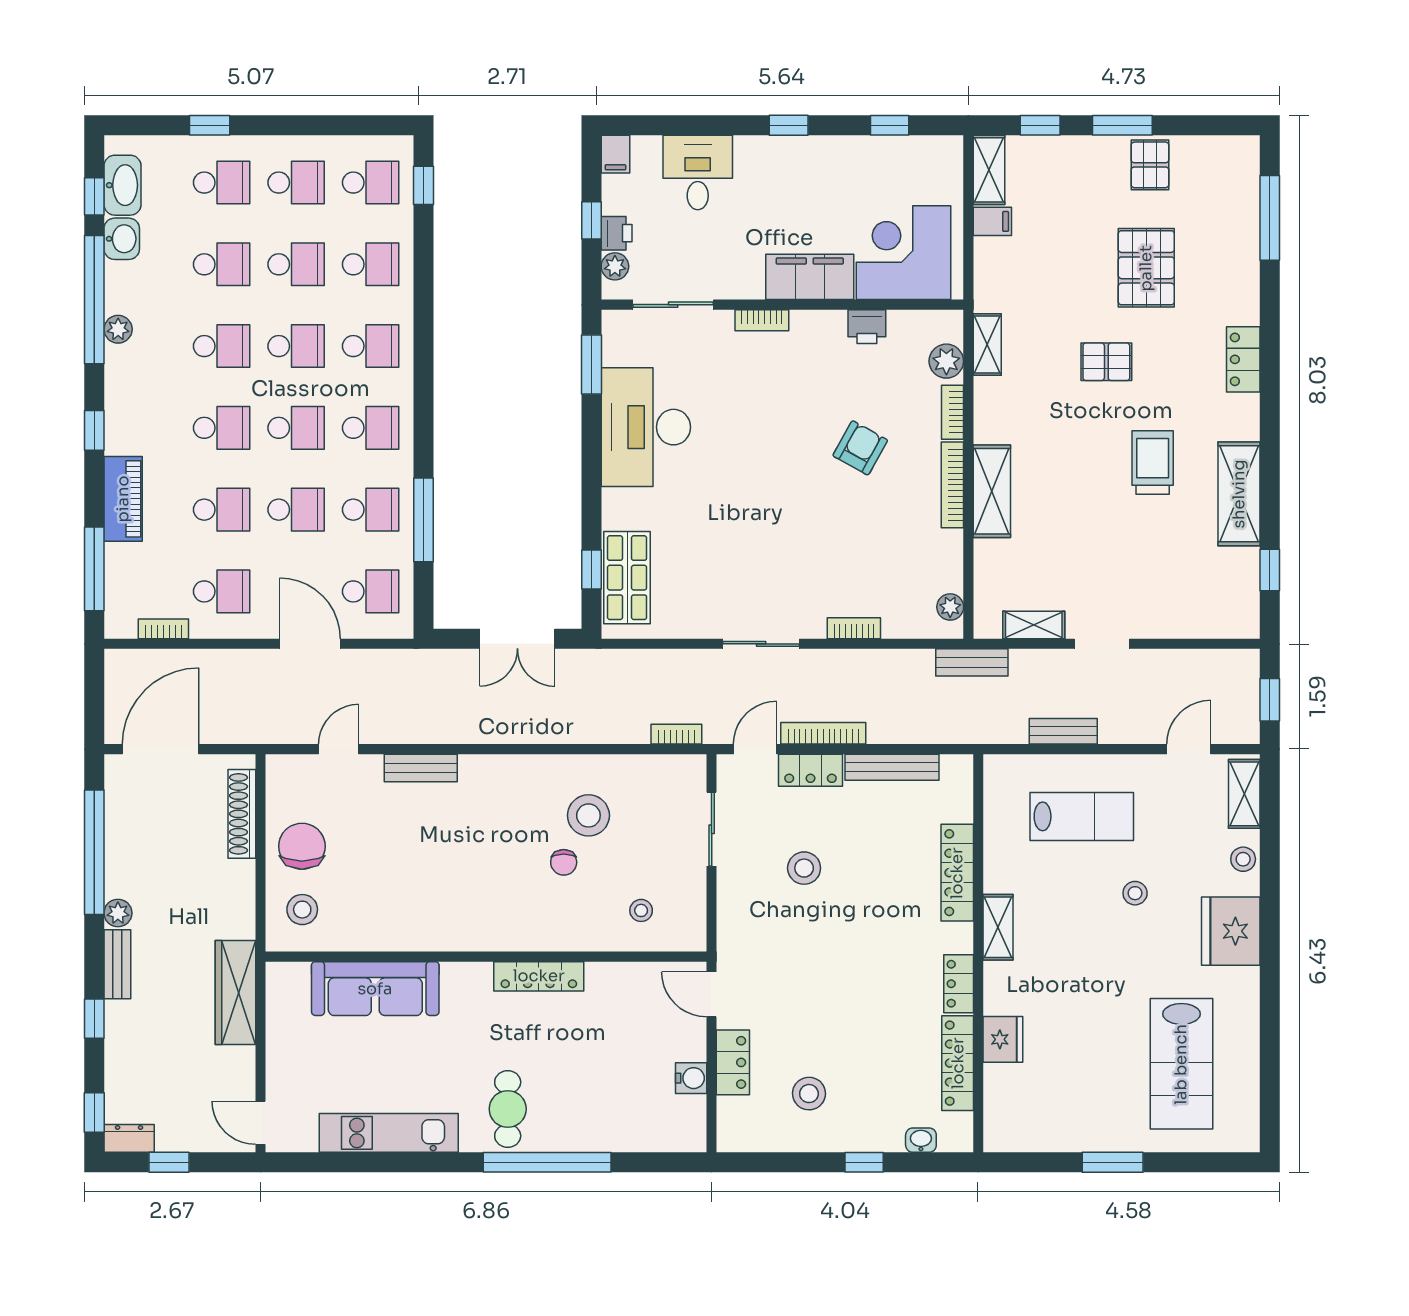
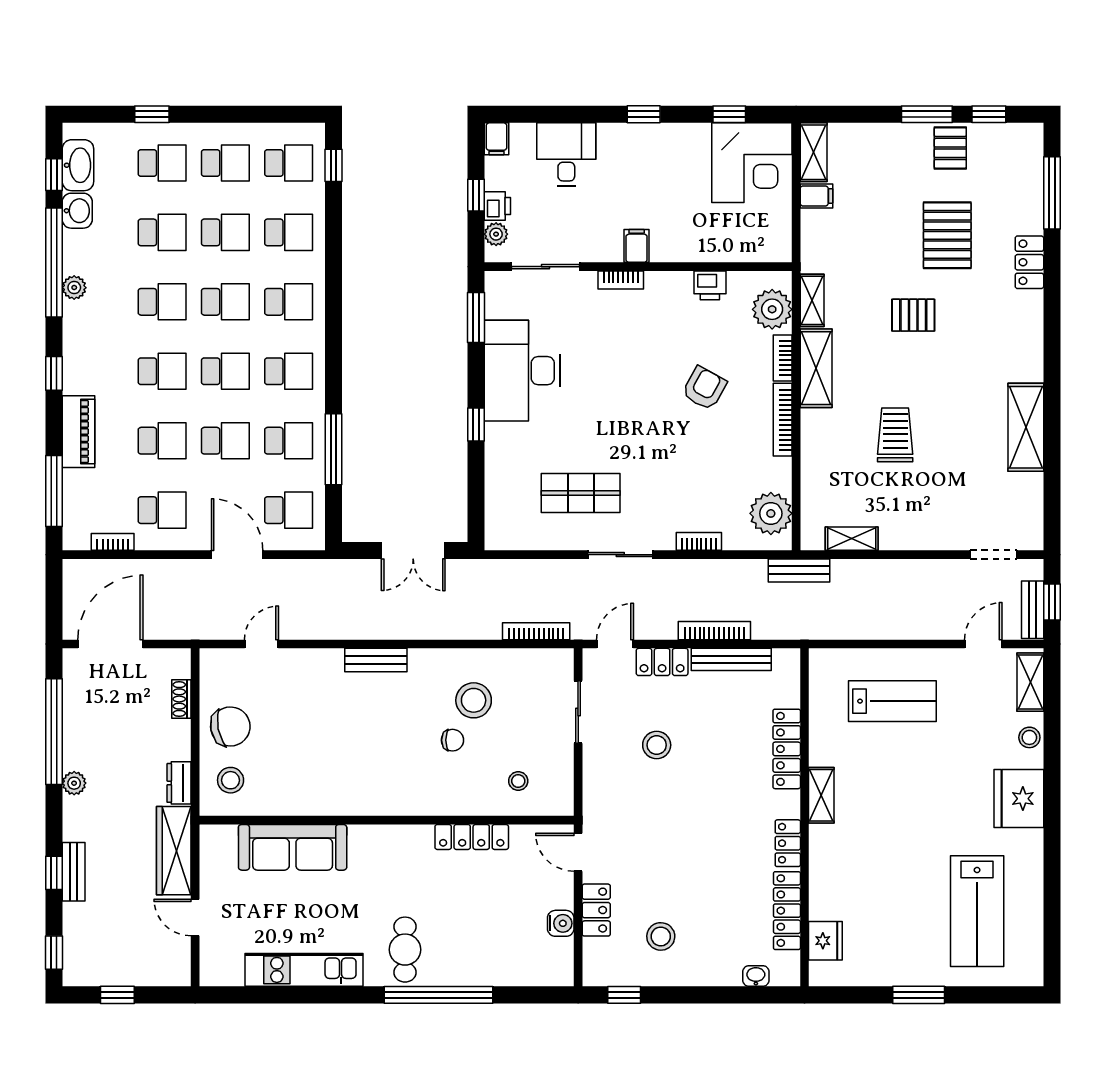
window: (1040, 125) -> (989, 114), moved
corner desk: (903, 253) -> (752, 163), moved, turned 180
filing cabinet: (810, 277) -> (637, 246), width x0.33, depth x0.86
locker: (1243, 359) -> (1029, 262), moved
plant: (946, 361) -> (772, 309), width x1.36, depth x1.36
trolley: (1153, 463) -> (895, 435), moved
shelving: (992, 491) -> (816, 368), moved
window: (591, 570) -> (476, 424), moved
window: (1270, 570) -> (1052, 492), removed
shop shelf: (627, 578) -> (581, 493), moved, turned 90
plant: (950, 607) -> (771, 513), width x1.88, depth x1.88
doorway: (1102, 644) -> (994, 555), moved
bench: (1063, 731) -> (1033, 610), moved, turned 90
bookcase: (823, 733) -> (714, 631), moved
bookcase: (676, 734) -> (536, 631), width x1.56
bench: (421, 768) -> (376, 660), moved
shoe rack: (242, 814) -> (181, 699), width x0.51, depth x0.81
chair: (302, 846) -> (230, 726), turned 79
chair: (564, 862) -> (453, 740), turned -90
stool: (1135, 893) -> (938, 766), removed
bench: (117, 964) -> (74, 872), moved
locker: (539, 976) -> (472, 837), moved
fridge: (1003, 1039) -> (825, 941), moved
door: (260, 1123) -> (195, 917), moved
dresser: (129, 1138) -> (179, 783), moved, turned -90
window: (864, 1162) -> (624, 995), moved

